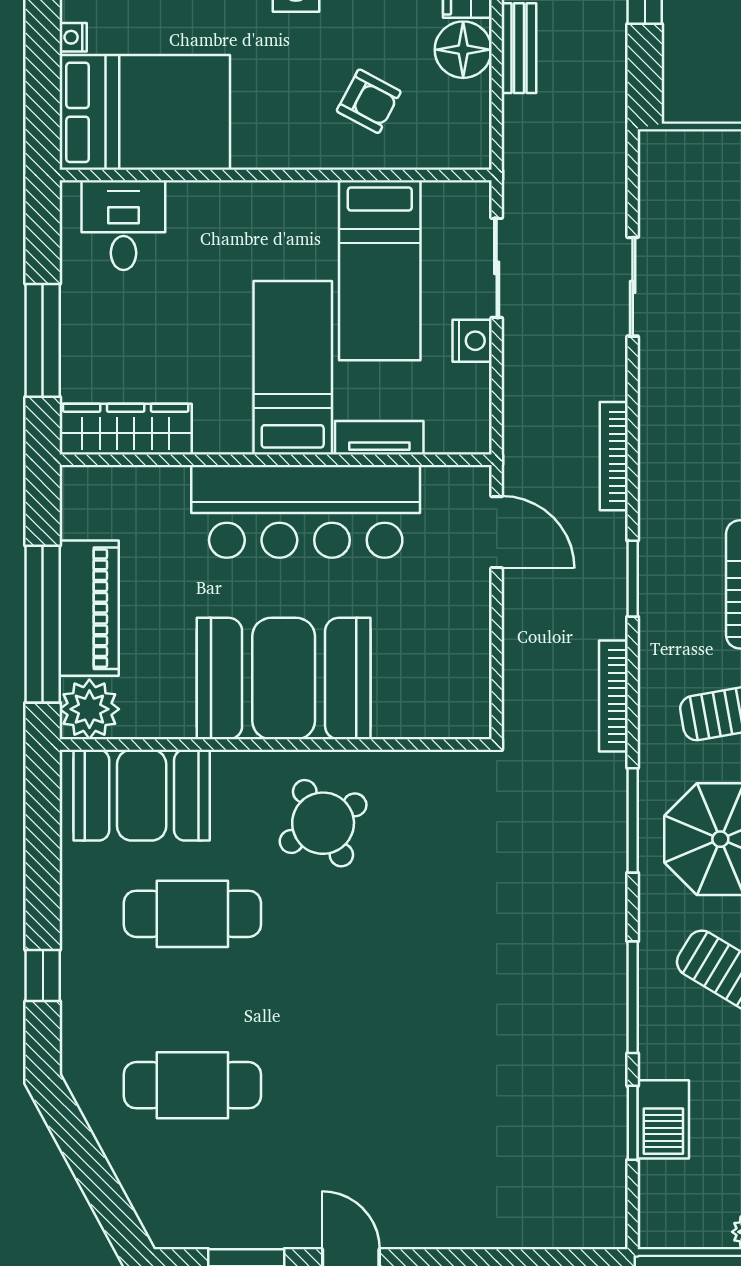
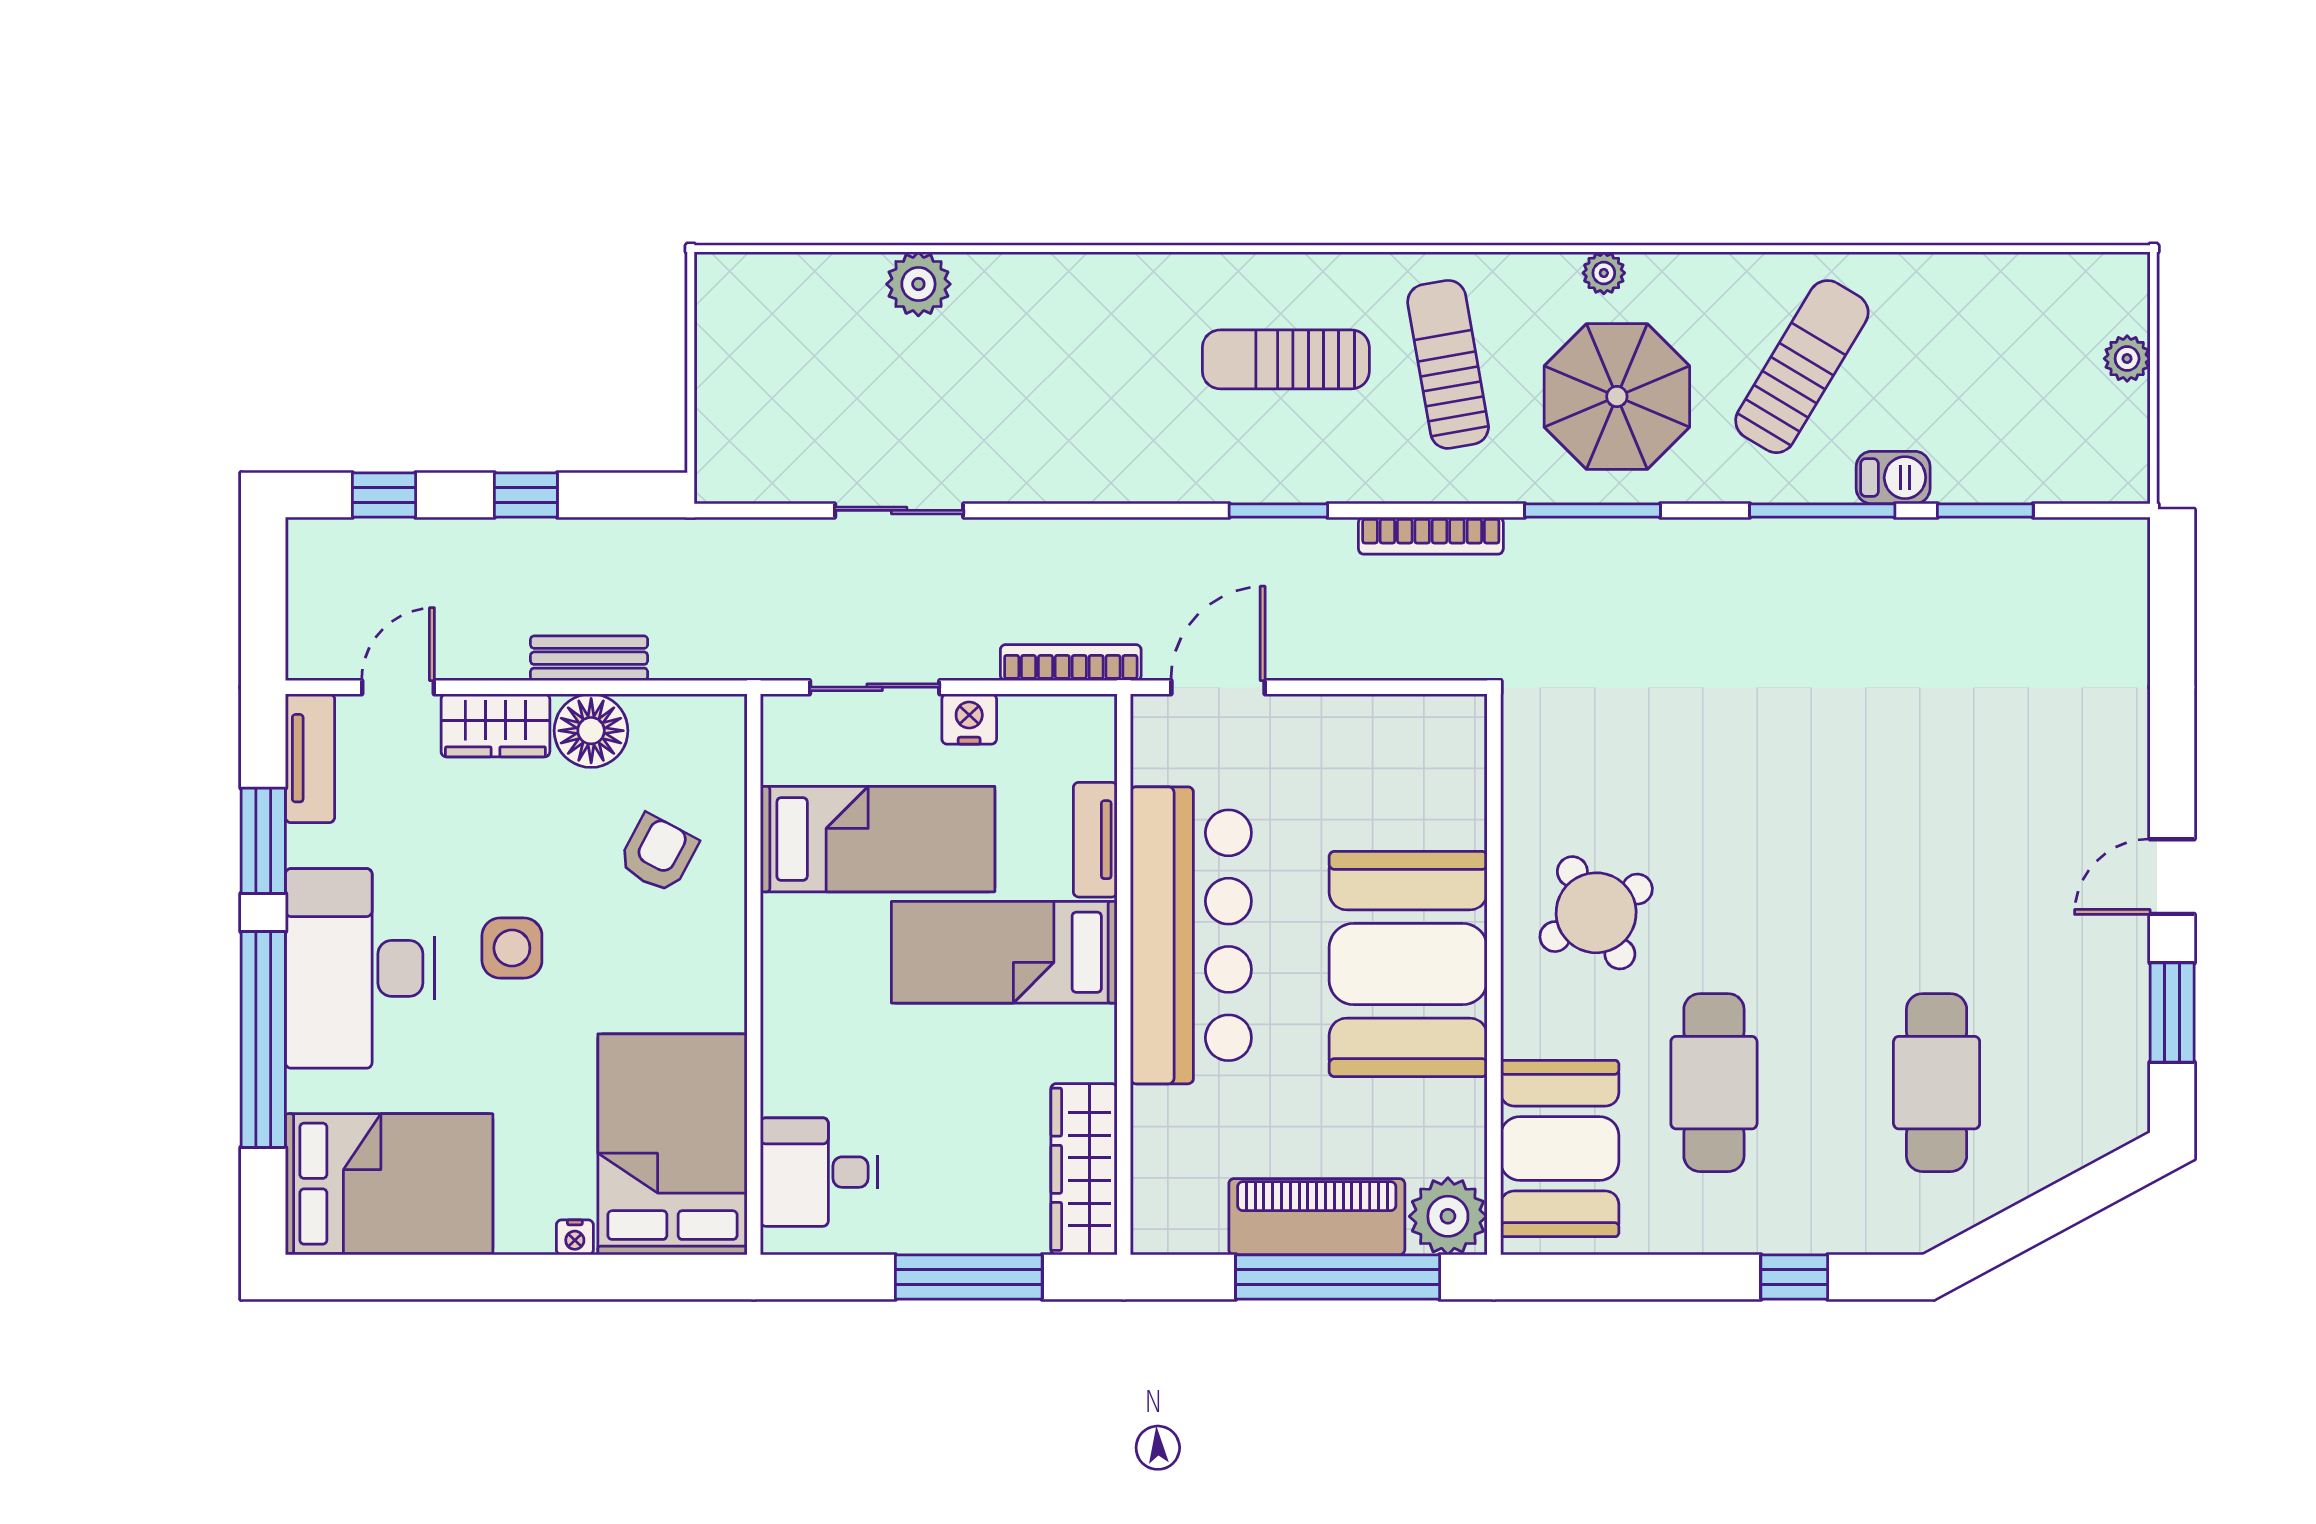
bookcase: (614, 456) -> (1071, 663), moved, turned 180
barbecue: (663, 1119) -> (1893, 478), moved, width x0.73, depth x0.79

